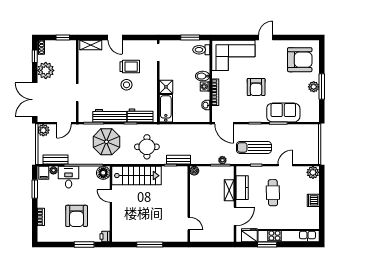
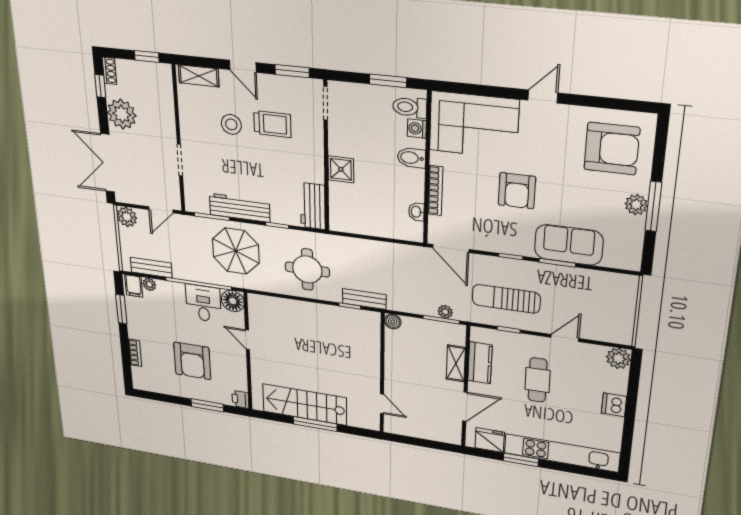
window: (141, 37) -> (292, 71), added
stool: (126, 85) -> (231, 124), moved
washing machine: (205, 86) -> (417, 128), moved
bathtub: (166, 108) -> (341, 208), removed
workbench: (140, 116) -> (313, 206), moved, turned -90
stairs: (137, 176) -> (304, 405), moved, turned 180
desk: (69, 177) -> (203, 303), moved

